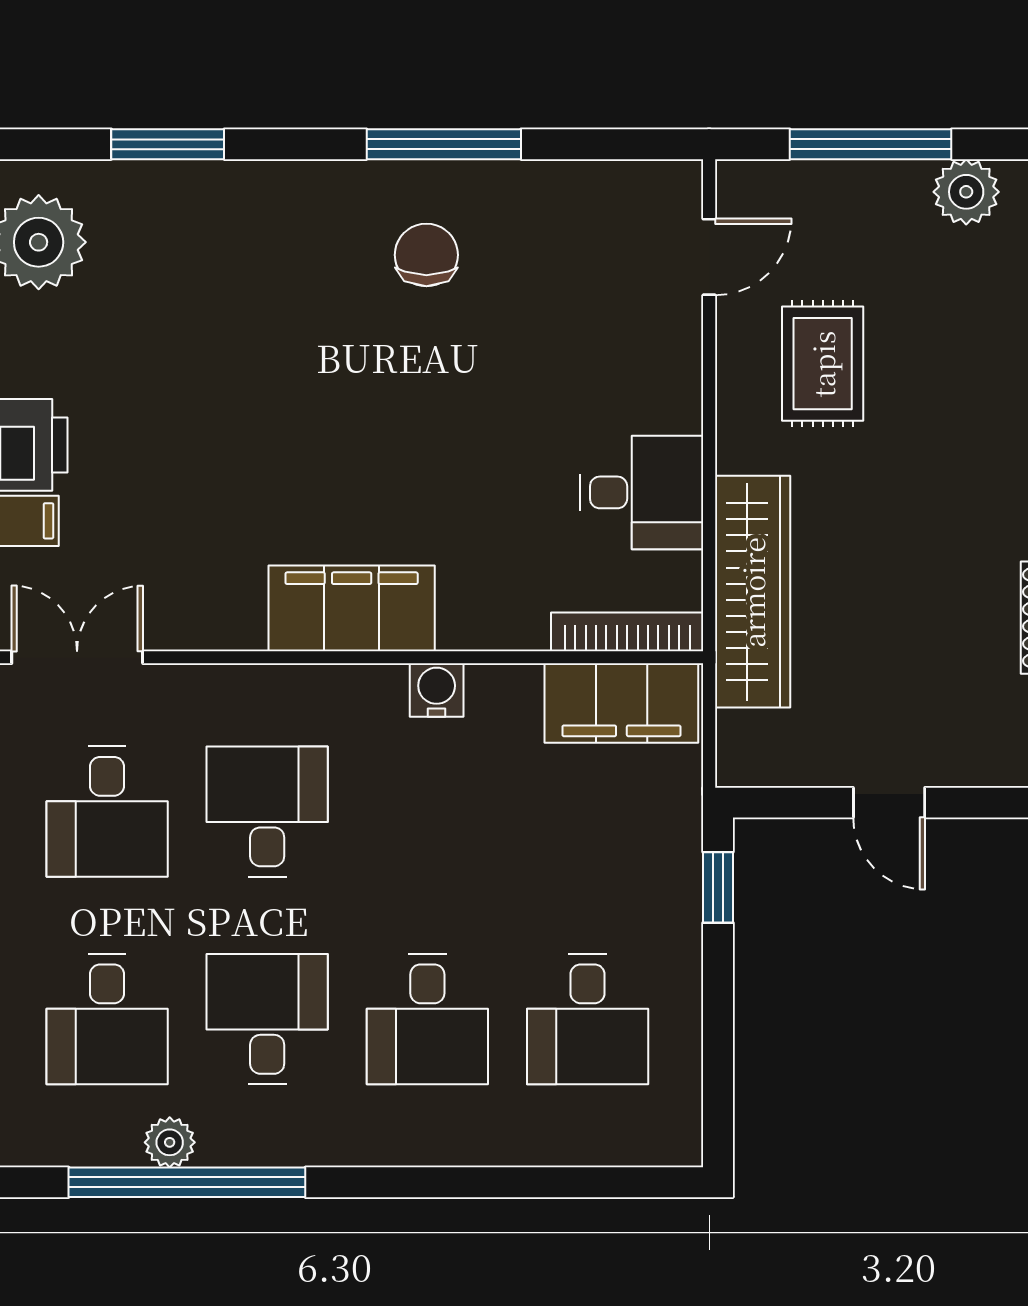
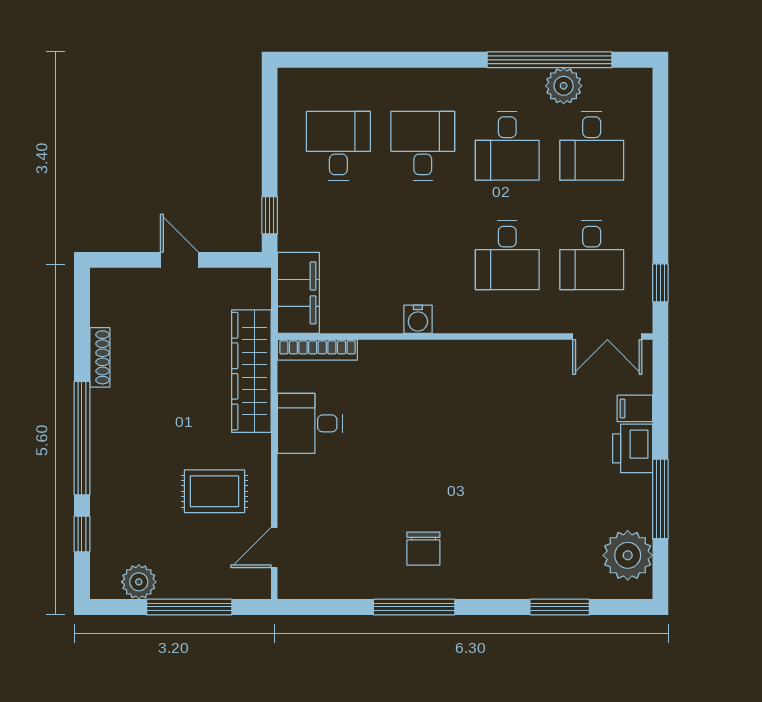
rug: (823, 364) -> (214, 491), turned 90
filing cabinet: (352, 608) -> (463, 362), removed
filing cabinet: (621, 703) -> (298, 293), moved, turned 90
desk: (107, 812) -> (592, 255), turned 180
desk: (107, 1019) -> (592, 146), turned 180
plant: (170, 1142) -> (564, 86), width x1.38, depth x1.38

